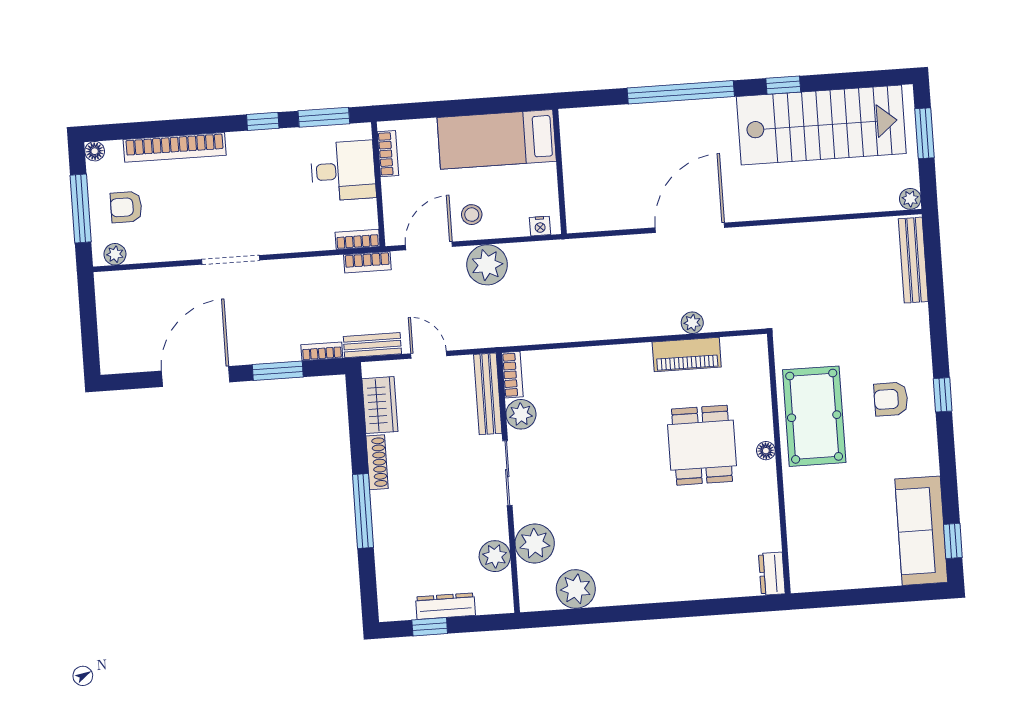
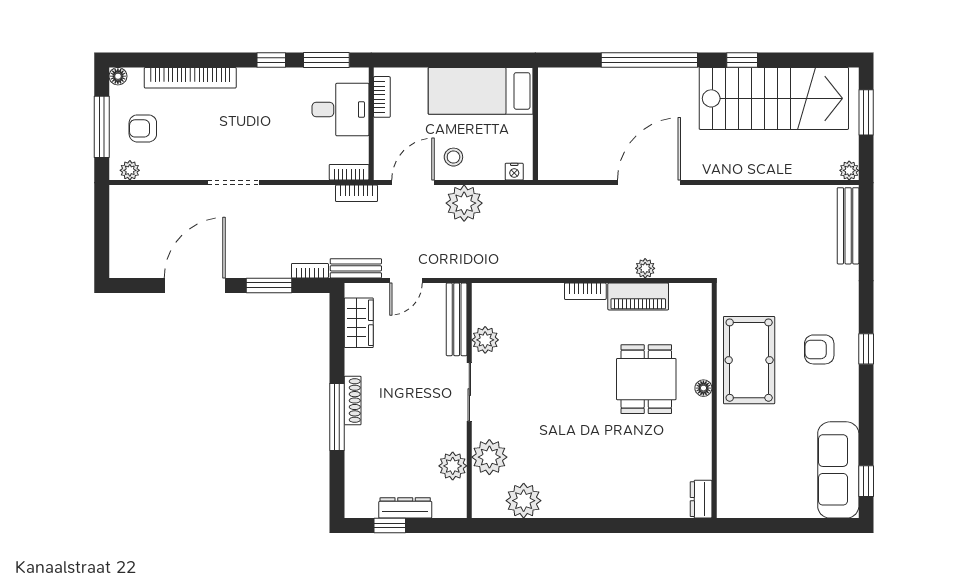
door: (429, 355) -> (406, 281), swing flipped
bookcase: (512, 375) -> (585, 291), moved, turned 90
shoe rack: (377, 462) -> (353, 401), moved

